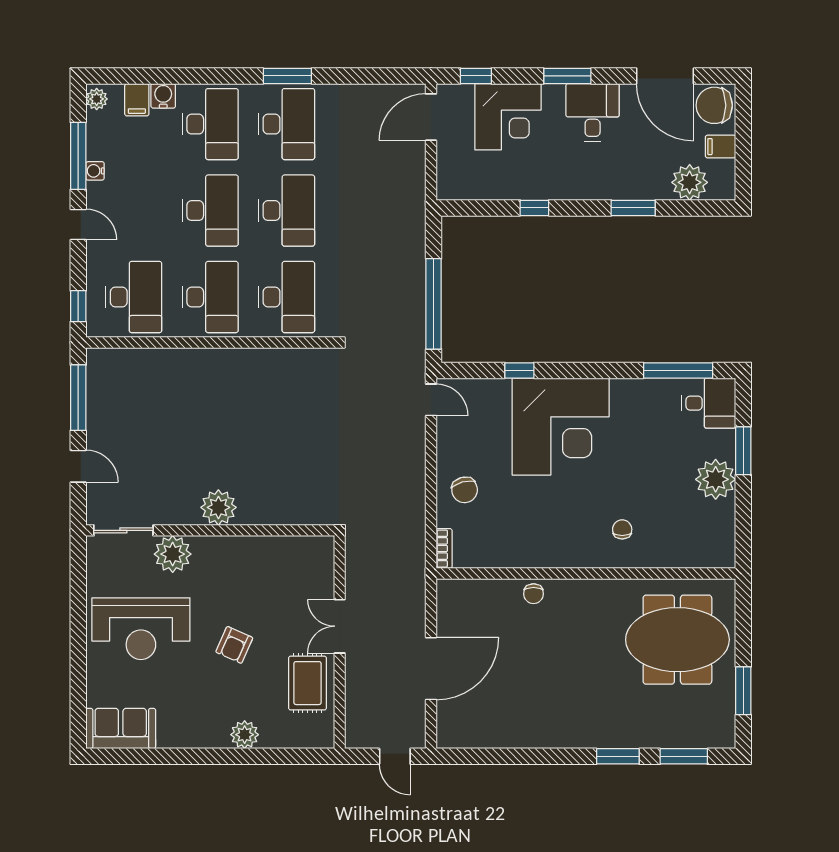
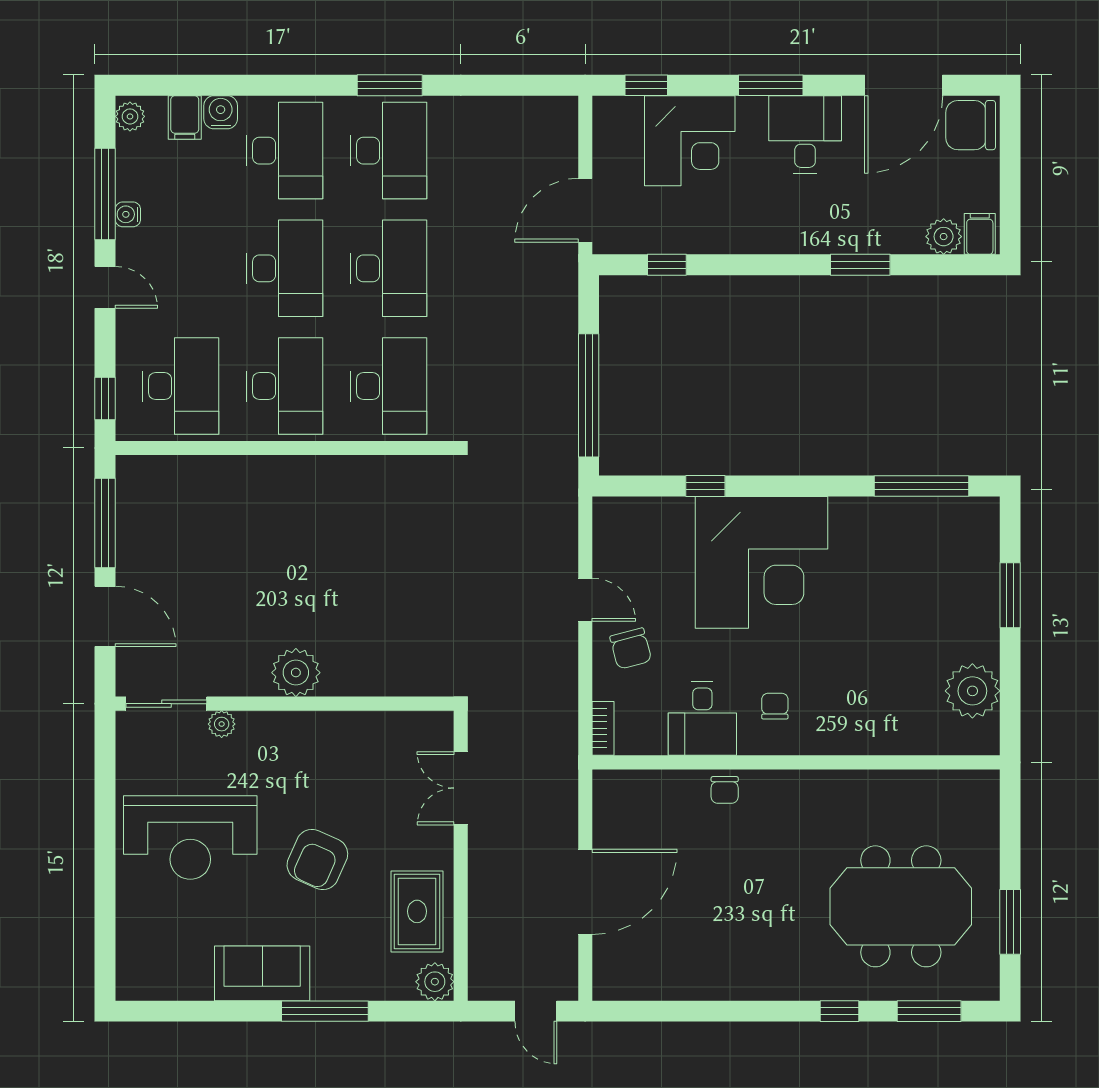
door: (665, 76) -> (904, 85), hinge flipped
door: (431, 117) -> (585, 210), moved
filing cabinet: (720, 147) -> (980, 234), moved, turned 90
plant: (690, 182) -> (944, 237), width x0.73, depth x0.73
window: (534, 208) -> (667, 265), moved
door: (431, 400) -> (585, 600), moved
desk: (709, 403) -> (702, 719), moved, turned 90
door: (78, 466) -> (105, 616), width x1.38
plant: (716, 479) -> (972, 691), moved
chair: (622, 529) -> (775, 706), moved
plant: (173, 554) -> (222, 724), width x0.53, depth x0.53
double door: (340, 626) -> (461, 788), moved
meeting table: (677, 640) -> (901, 906), moved
armchair: (234, 645) -> (317, 860), width x1.38, depth x1.38
sofa: (121, 728) -> (262, 973), moved
plant: (245, 735) -> (435, 982), moved
window: (240, 756) -> (325, 1011), added
window: (618, 756) -> (840, 1011), width x0.67

